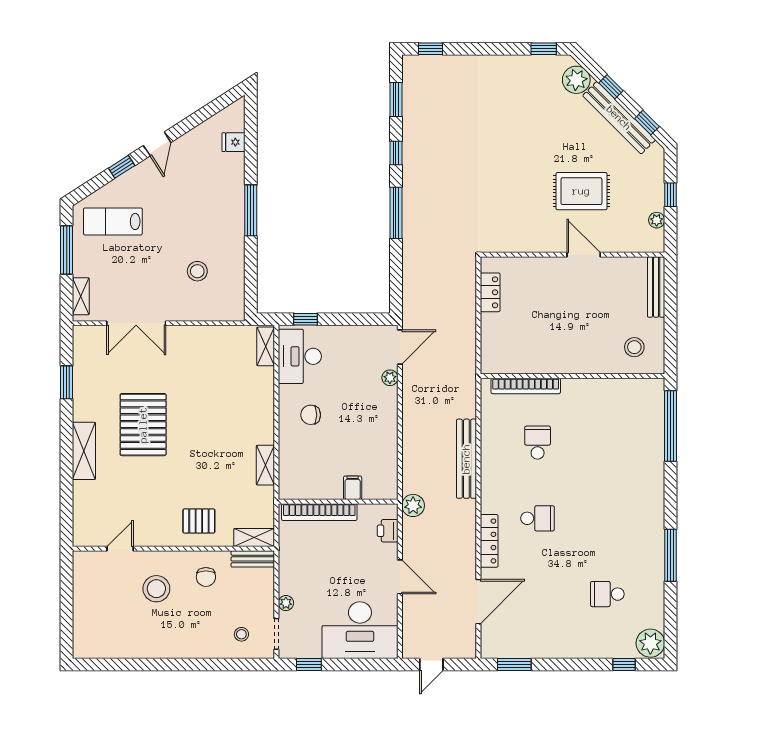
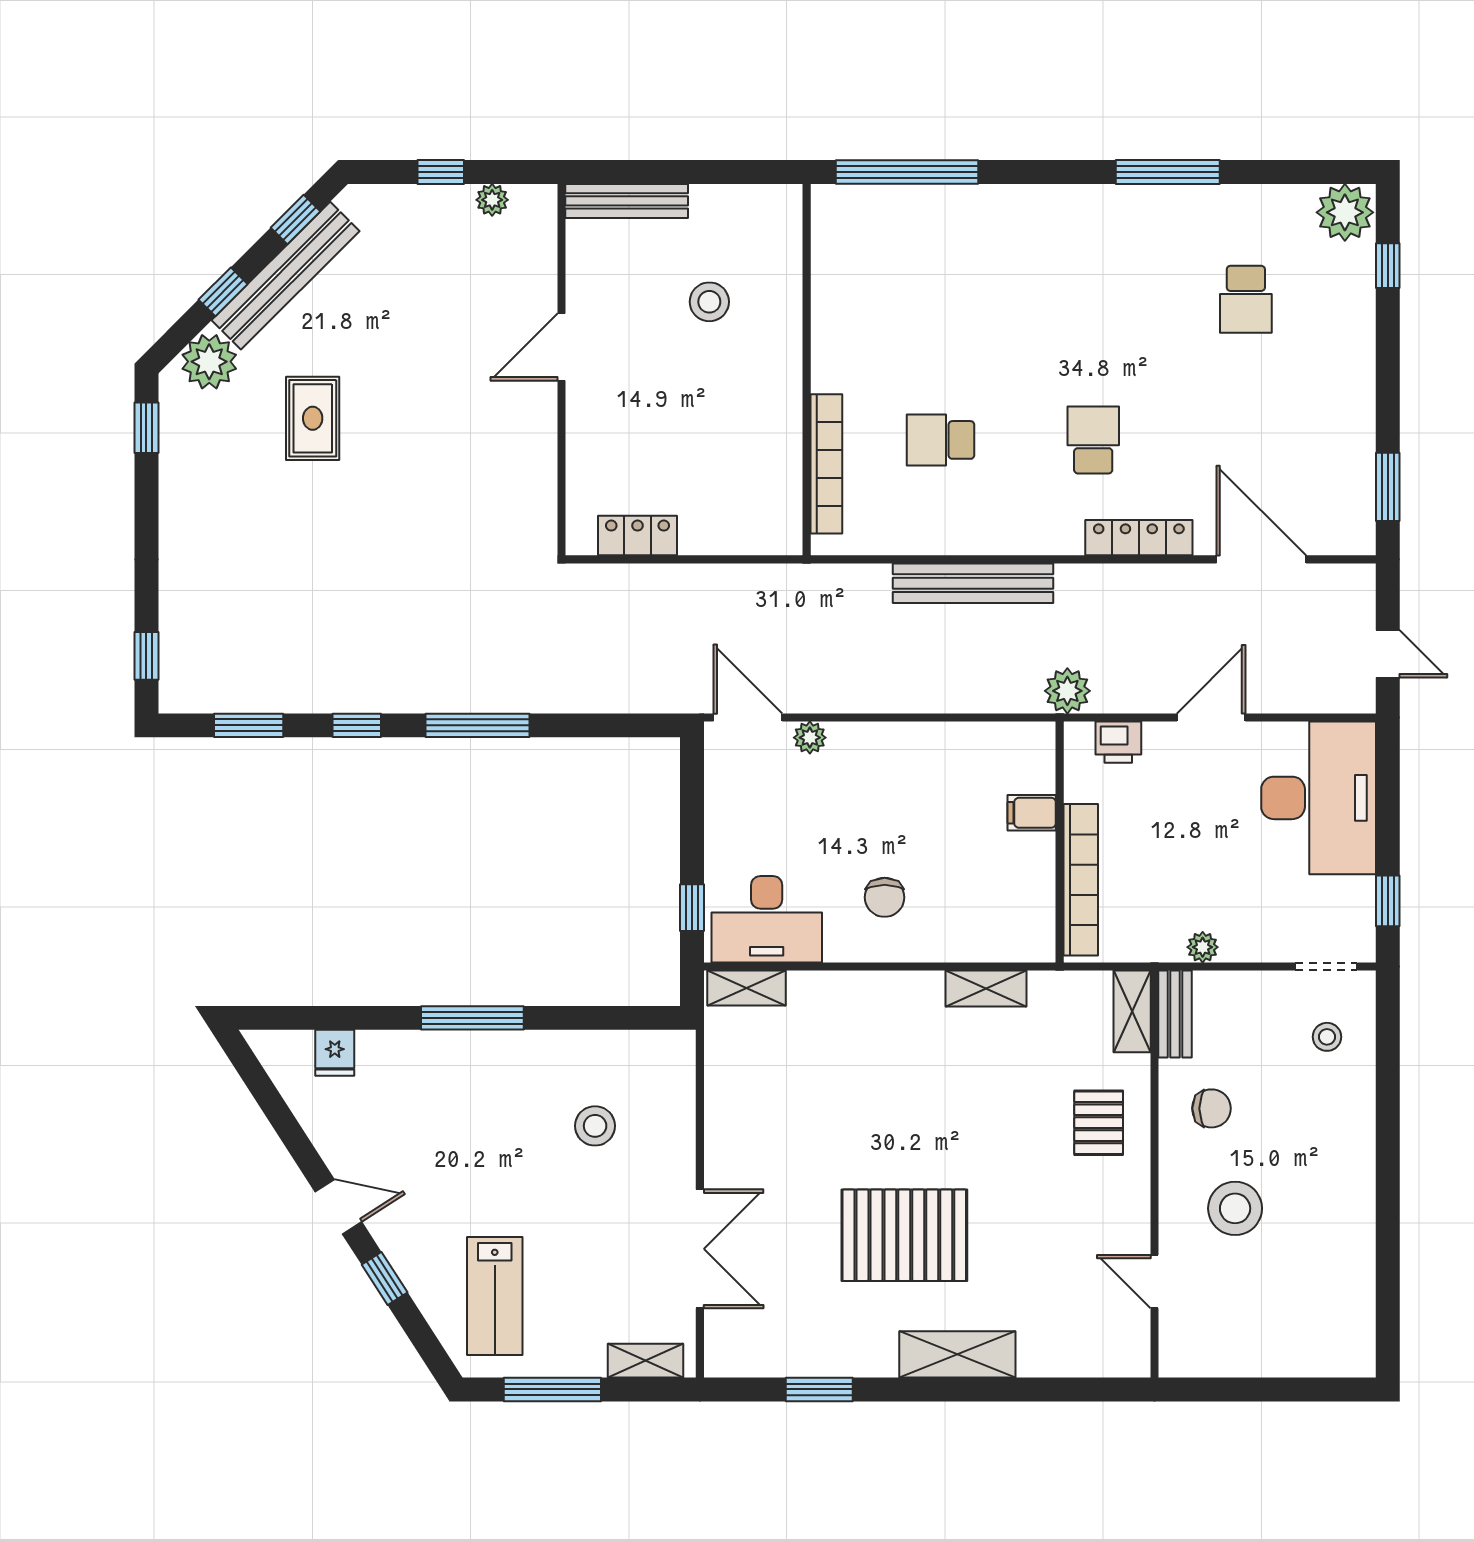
rug: (581, 191) -> (313, 418), moved, width x0.73, depth x0.70
stool: (634, 347) -> (709, 302), moved
plant: (286, 603) -> (1203, 947), moved

